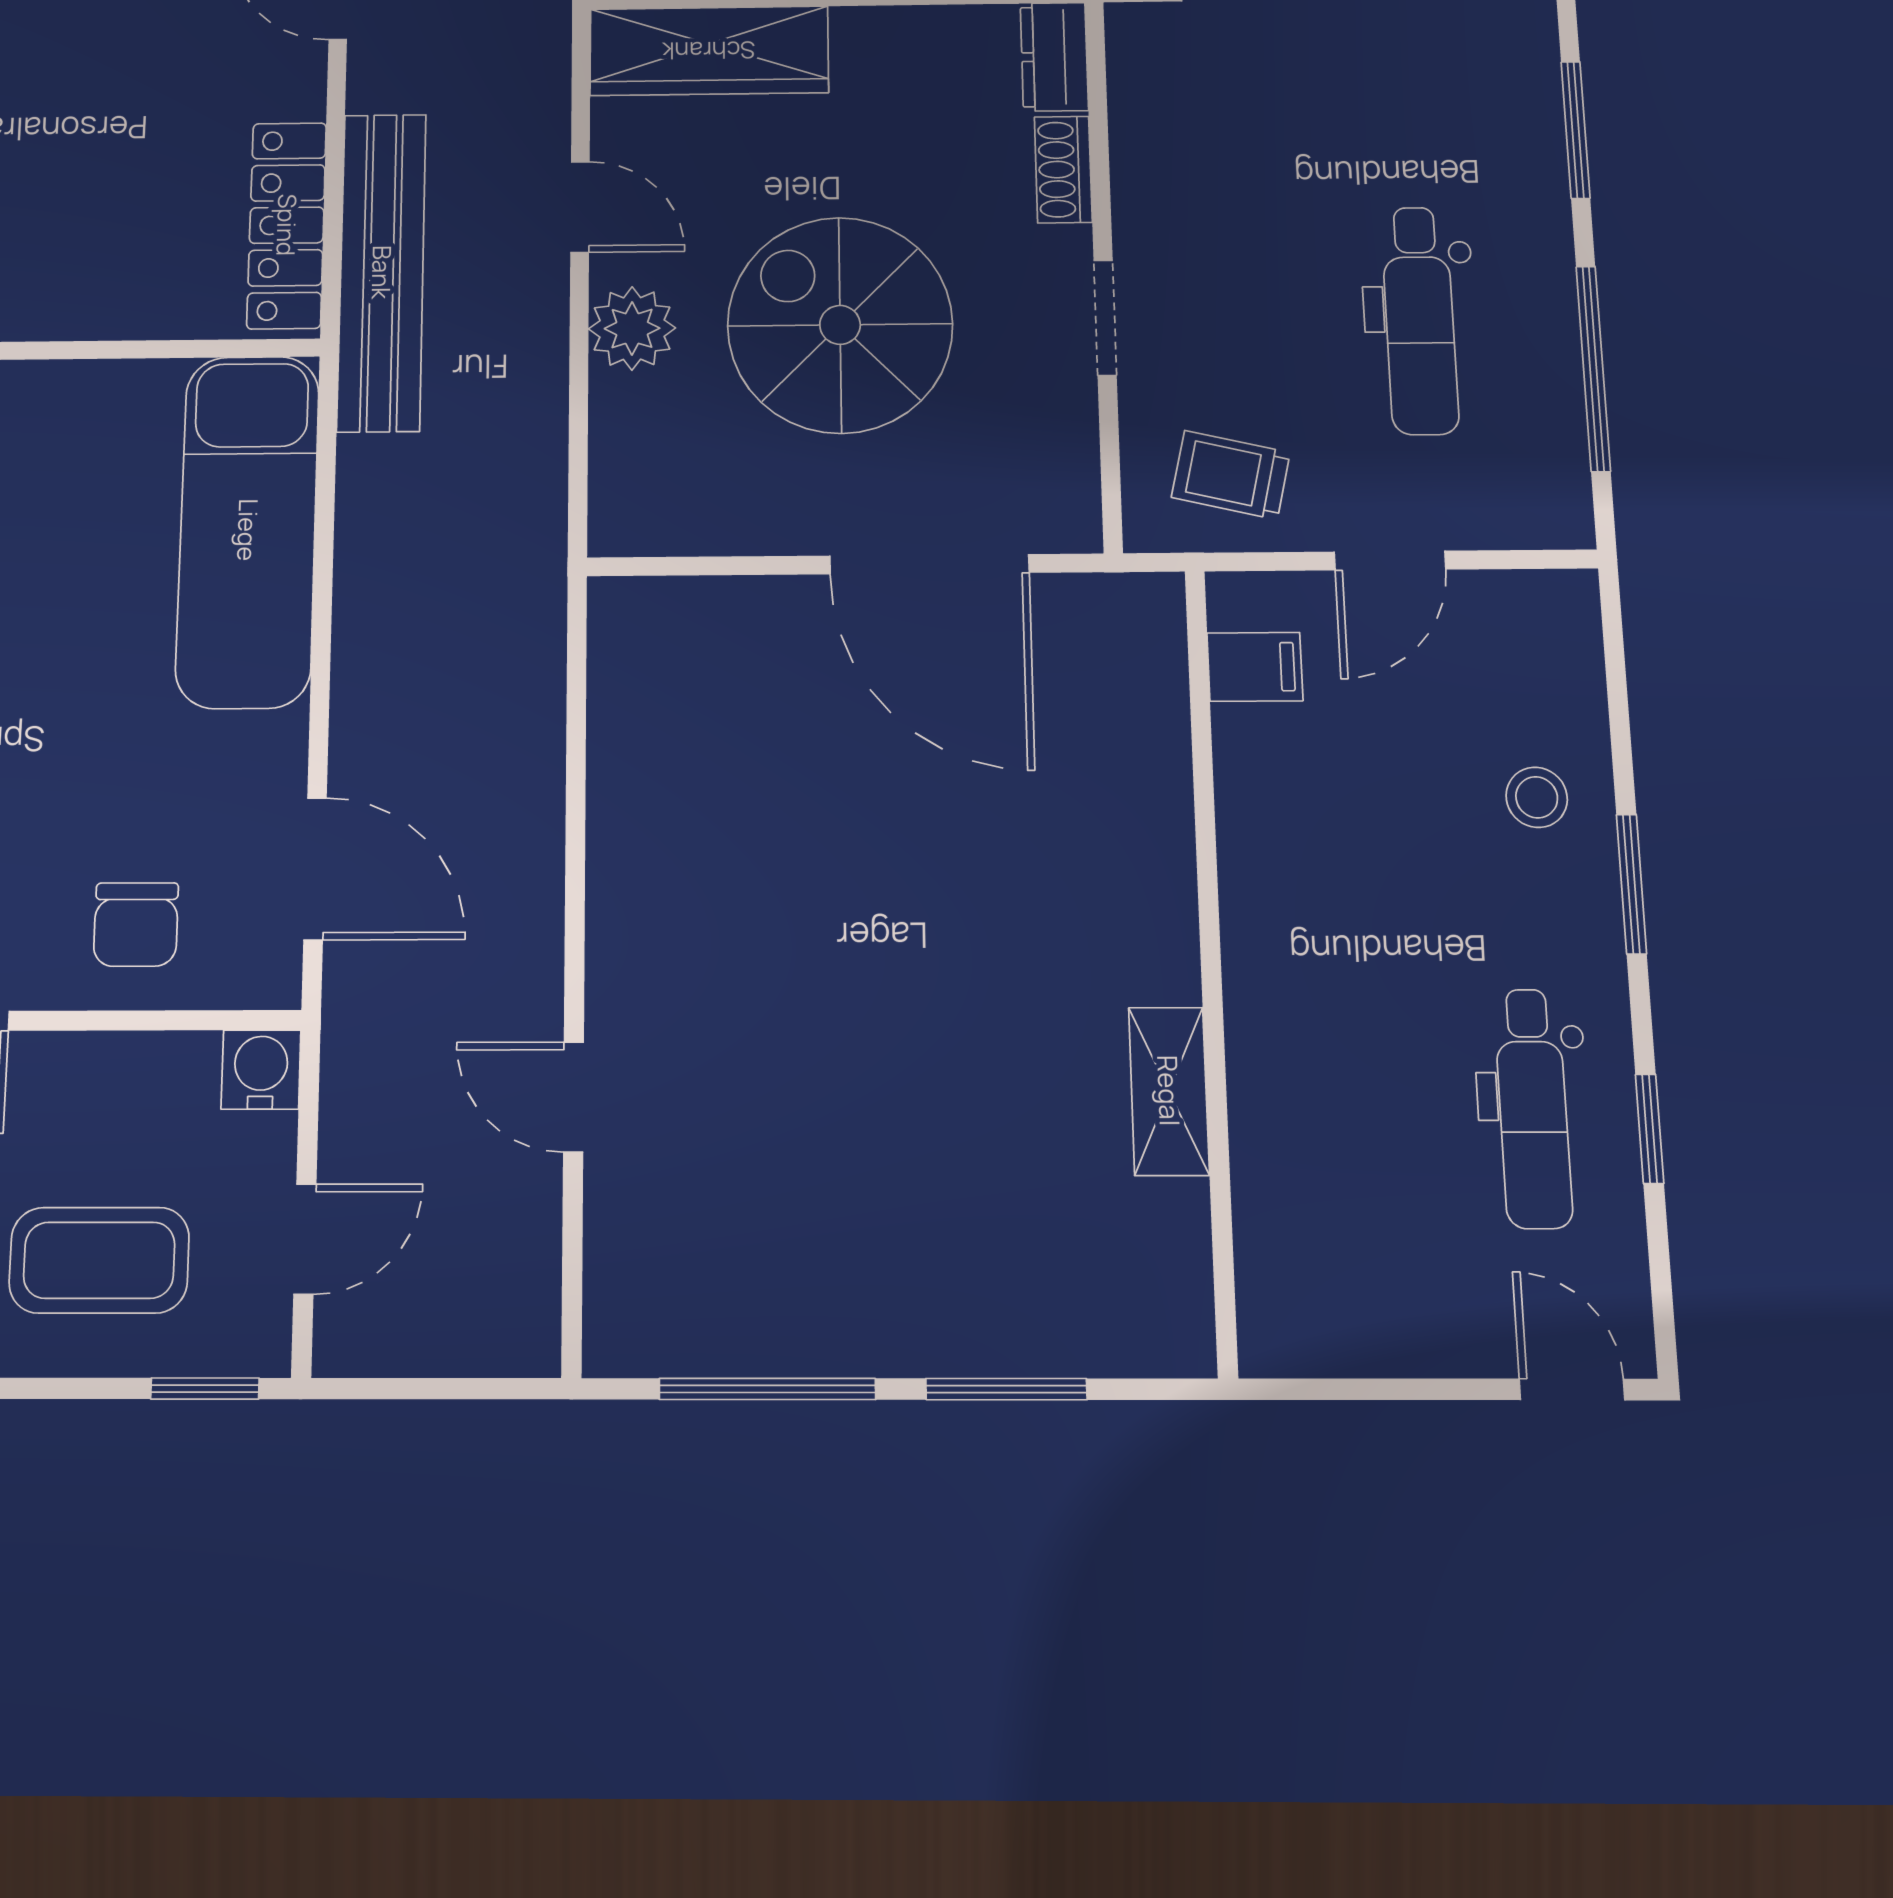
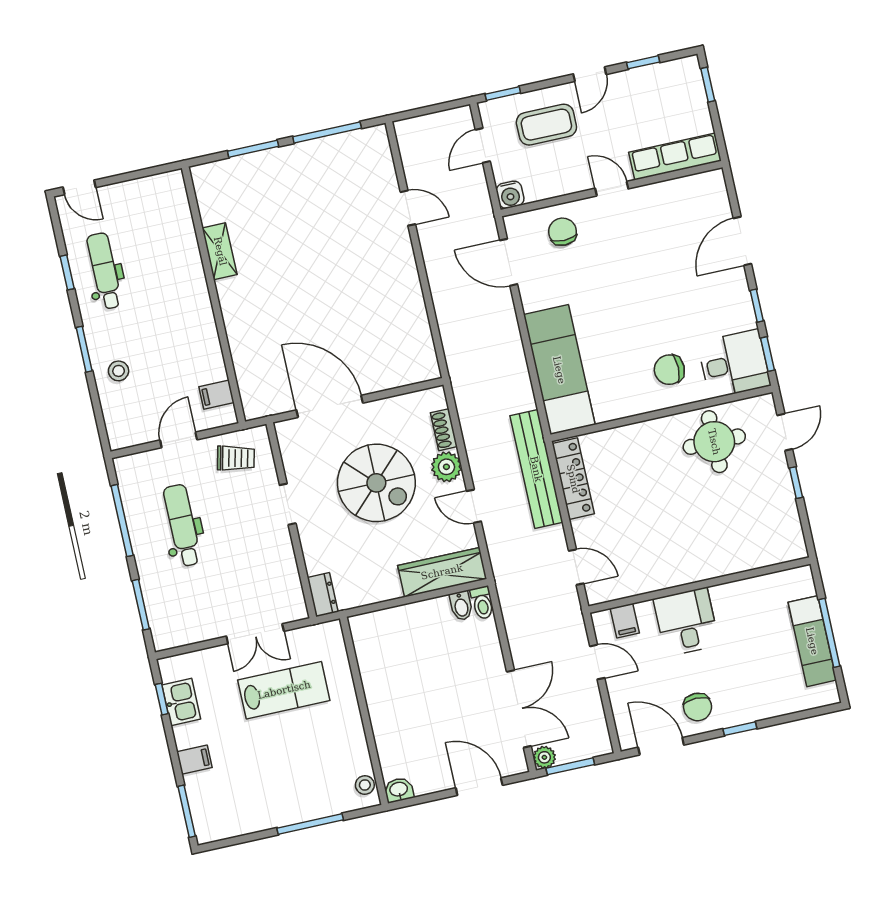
shoe rack: (1063, 169) -> (444, 430), moved, turned 180

